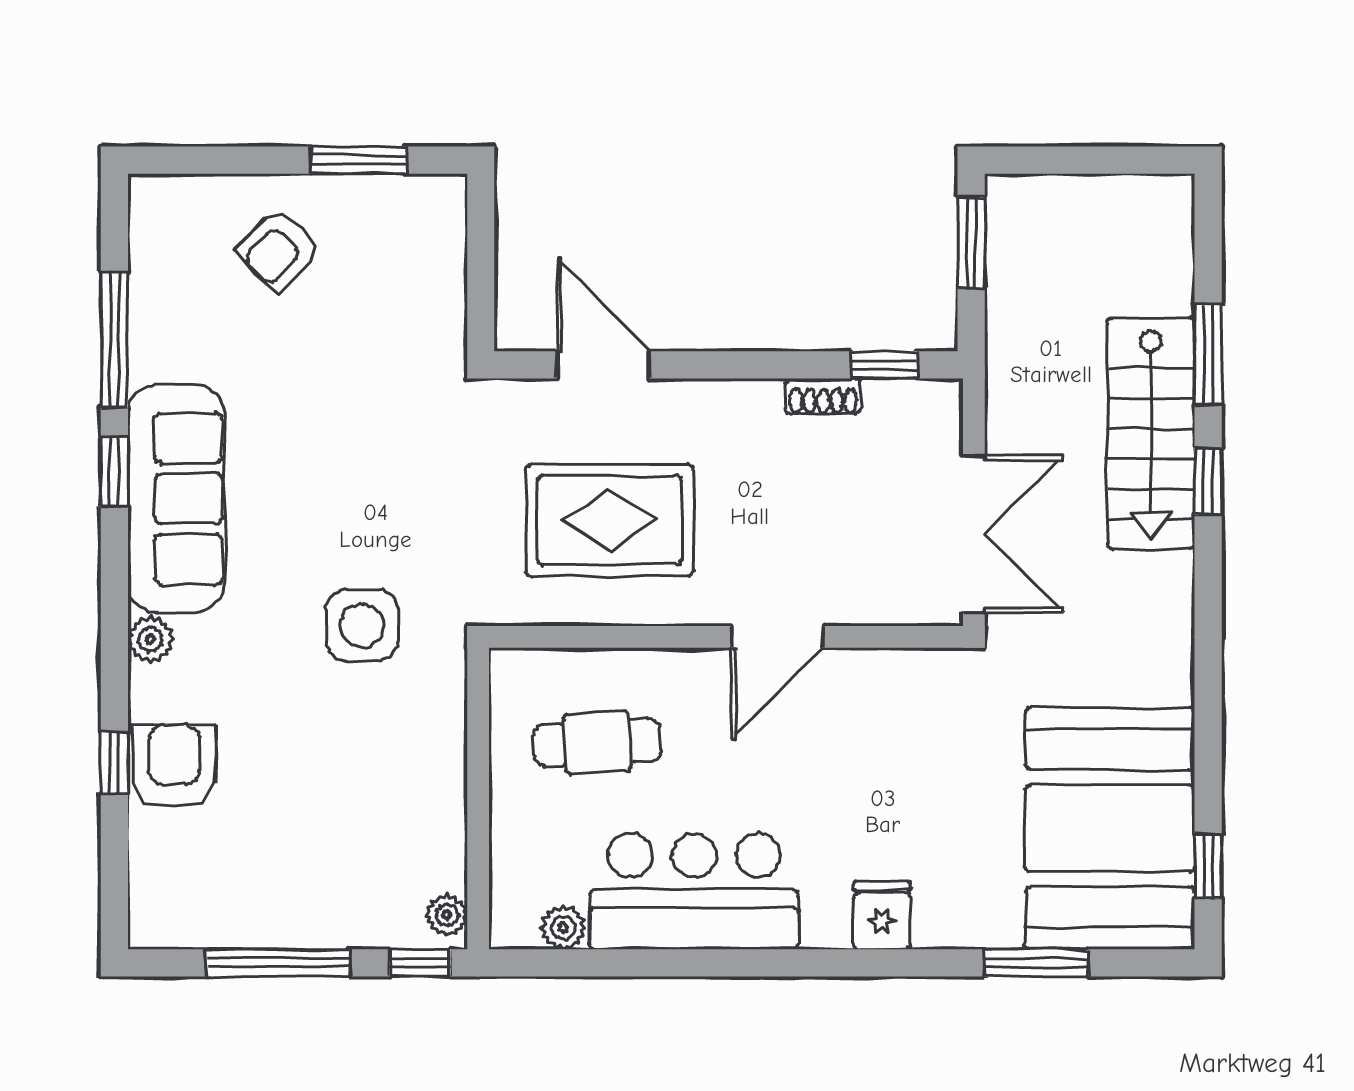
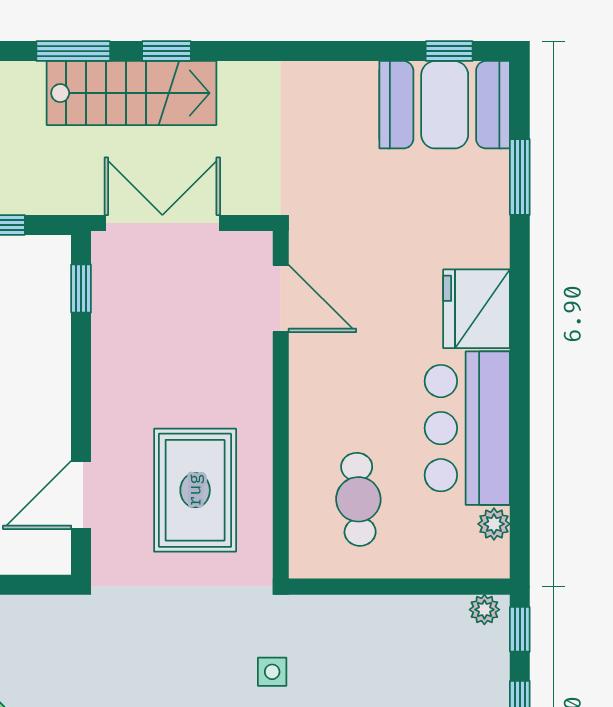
shoe rack: (823, 396) -> (104, 334), removed
double door: (974, 534) -> (162, 223), moved
side table: (362, 625) -> (272, 672), width x0.54, depth x0.54
door: (777, 637) -> (281, 298), moved
booth: (1110, 828) -> (445, 105), width x0.73, depth x0.70
fridge: (882, 915) -> (477, 309), width x1.88, depth x1.34

